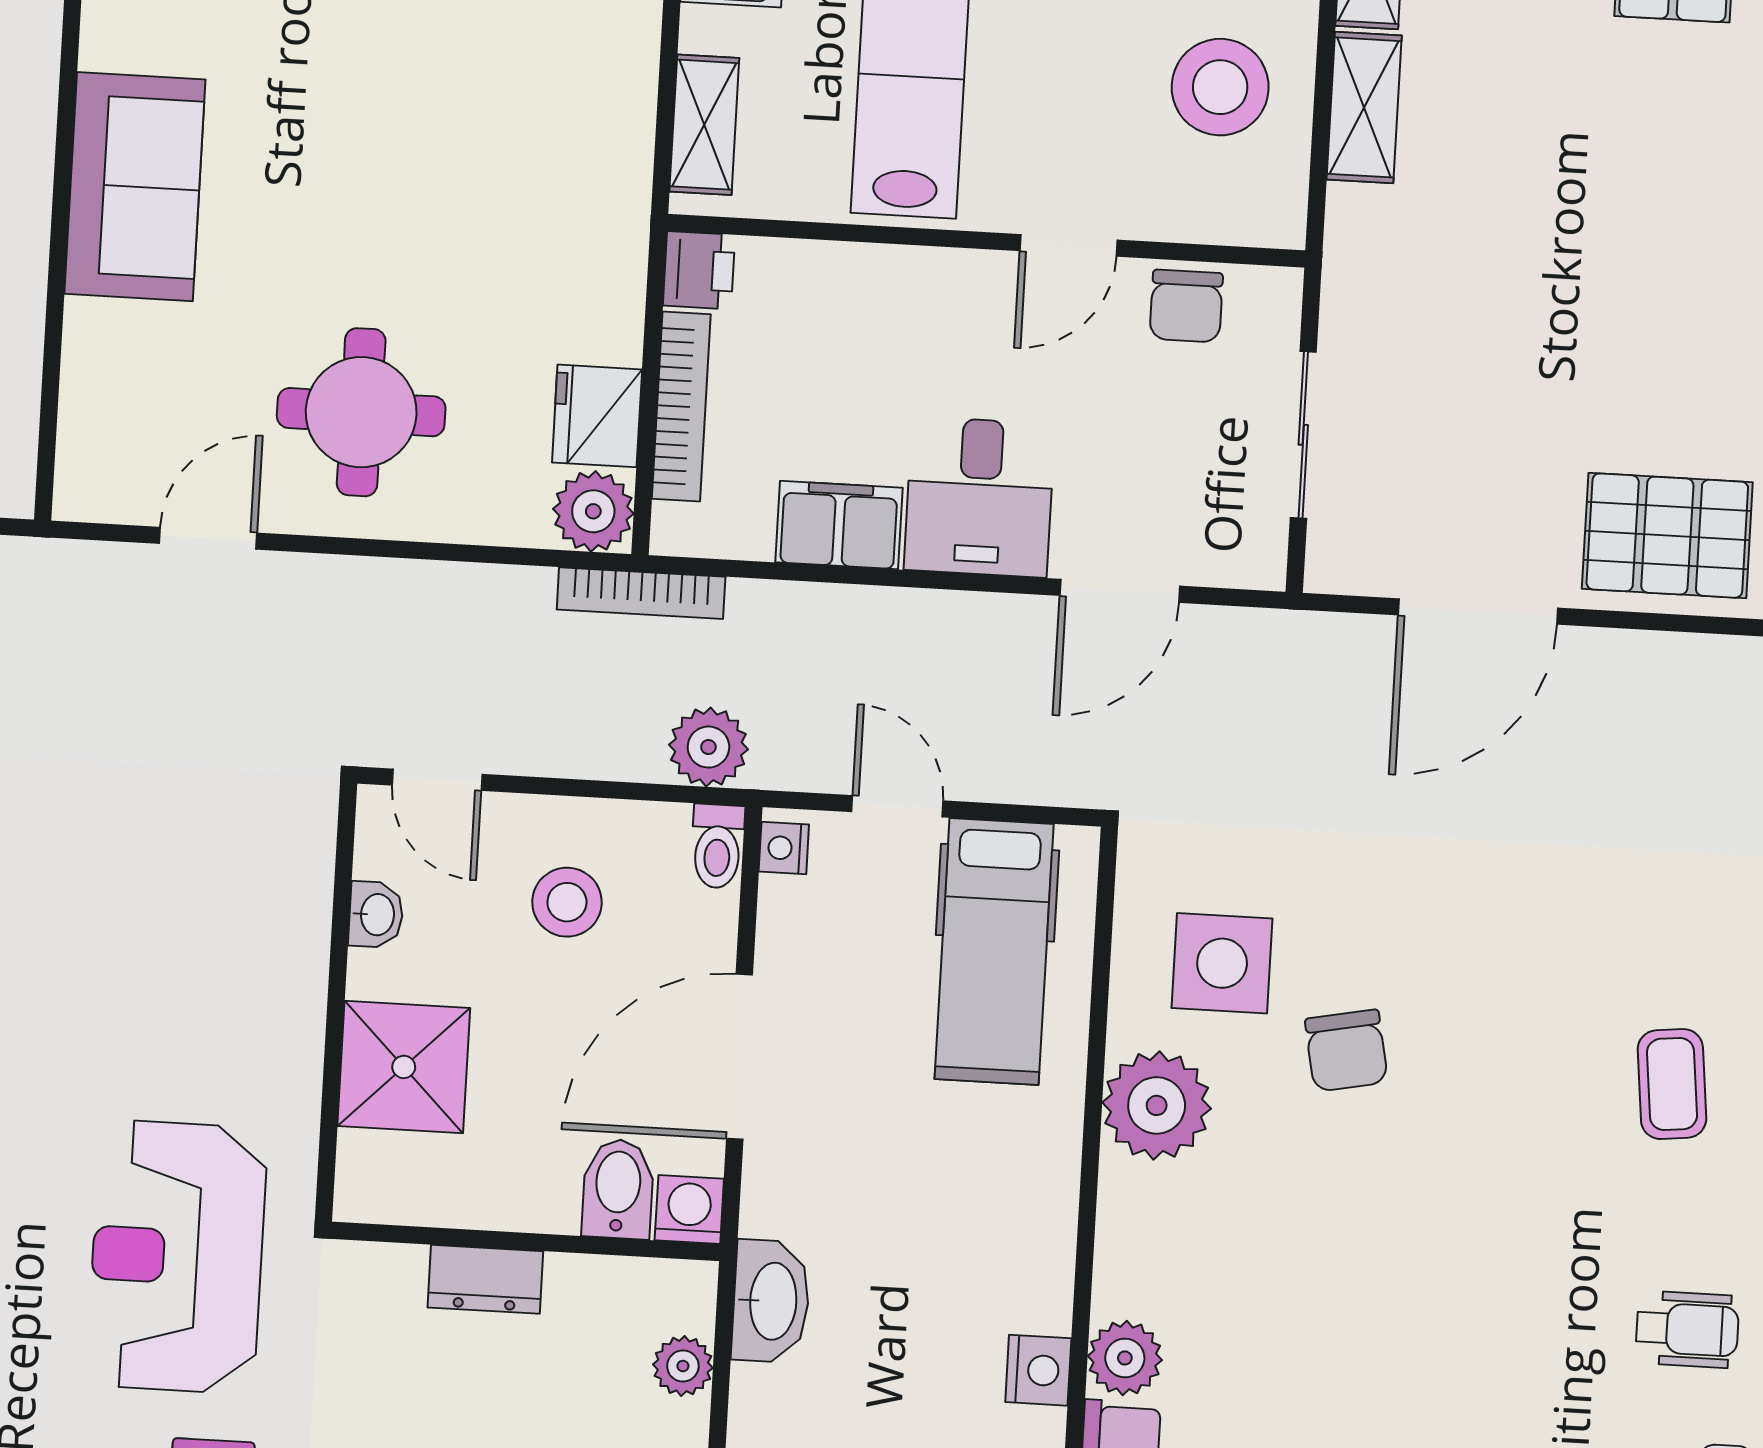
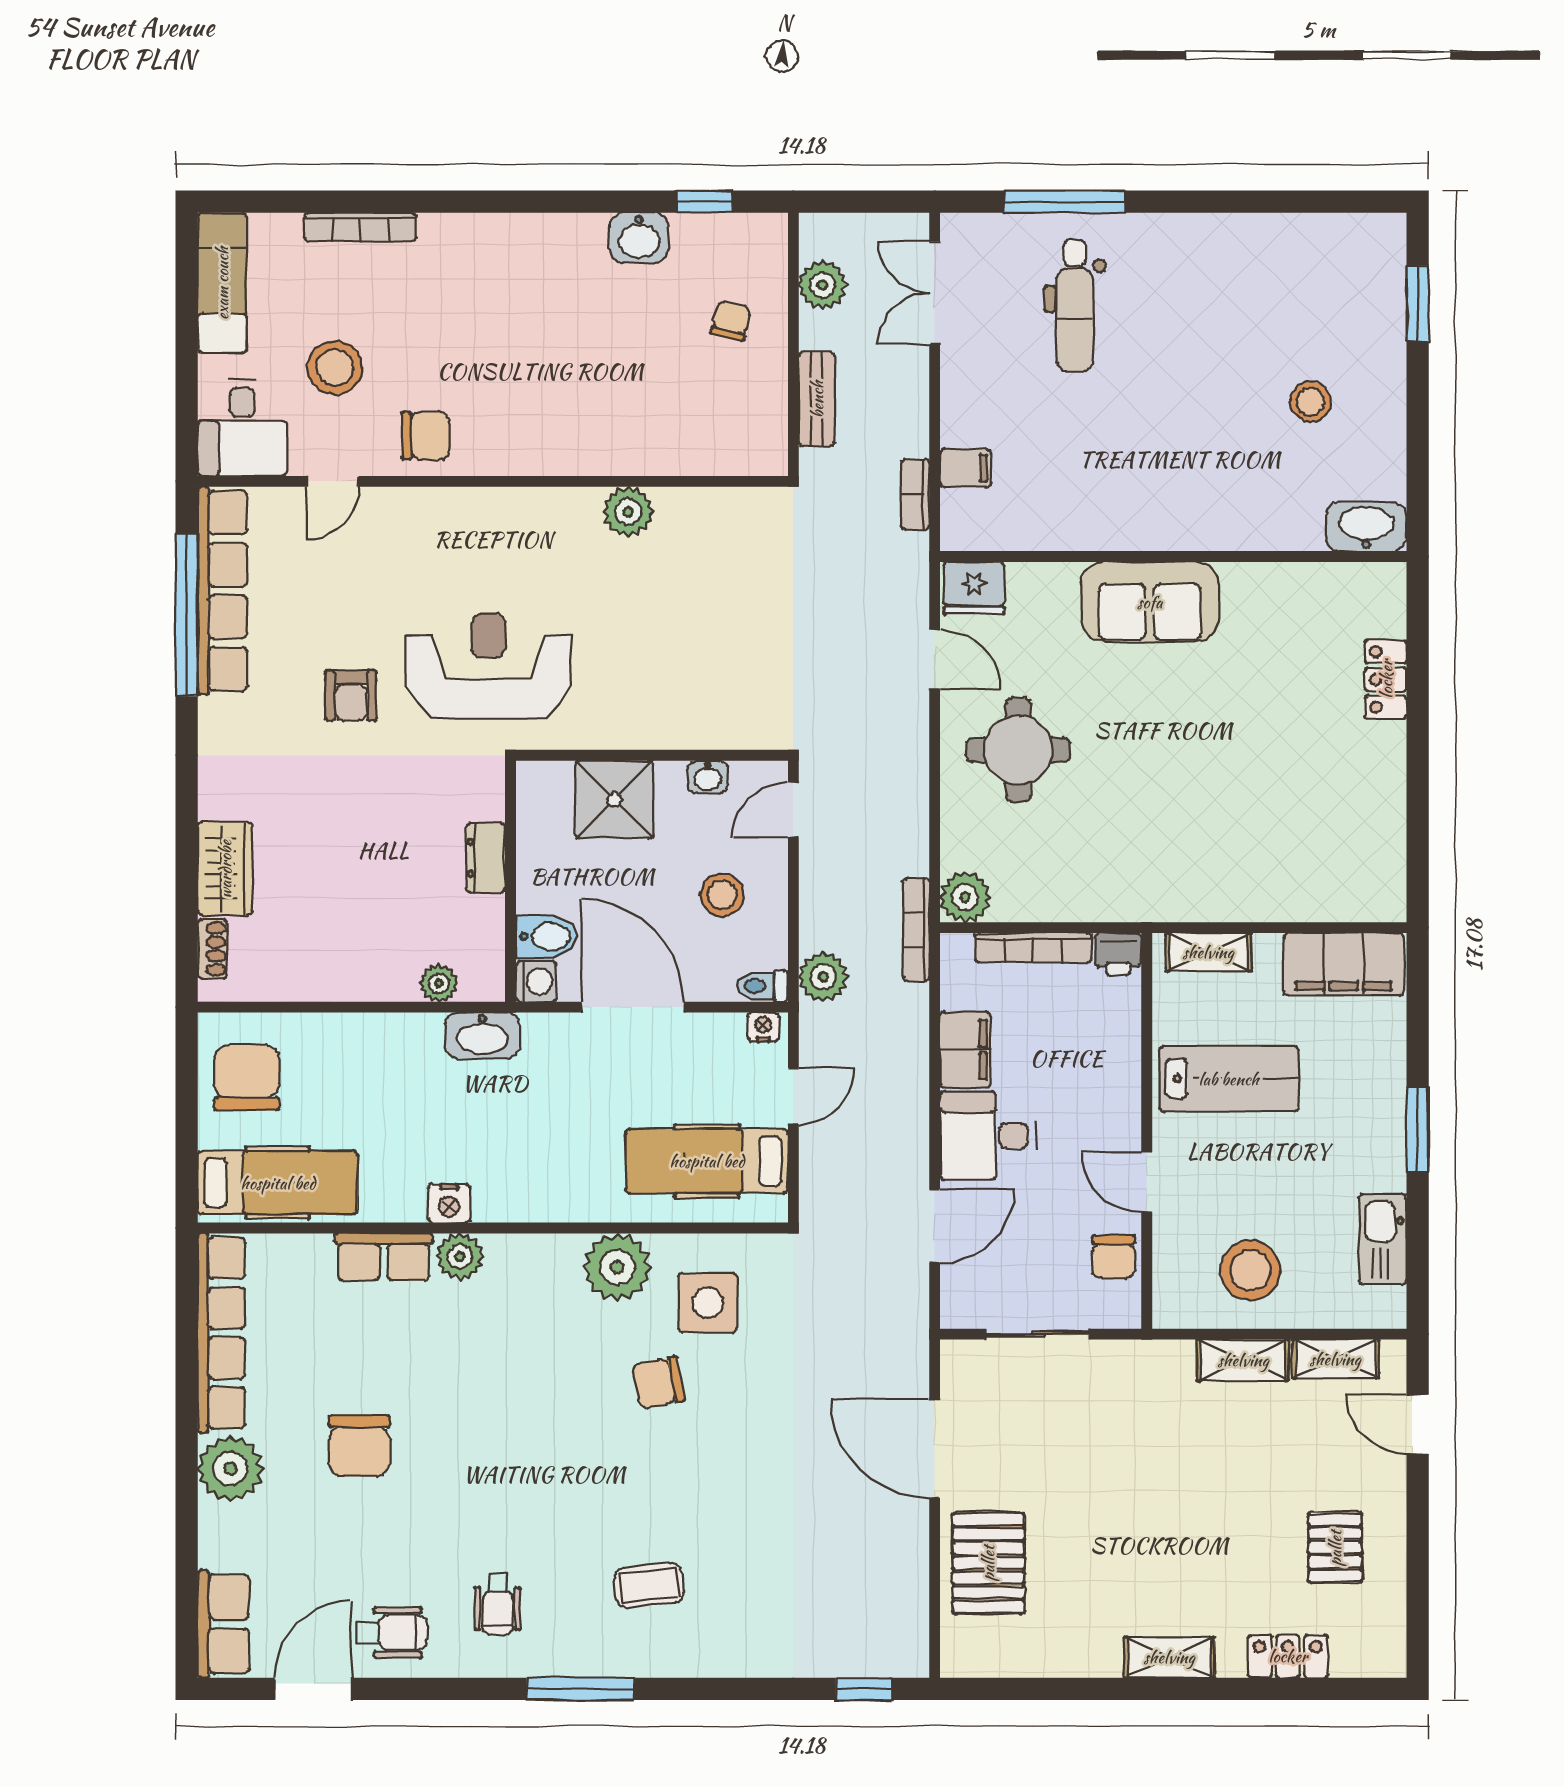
chair: (1186, 306) -> (1113, 1257), turned -90
fridge: (597, 416) -> (974, 588), moved, turned 180
door: (1120, 591) -> (935, 1226), swing flipped

